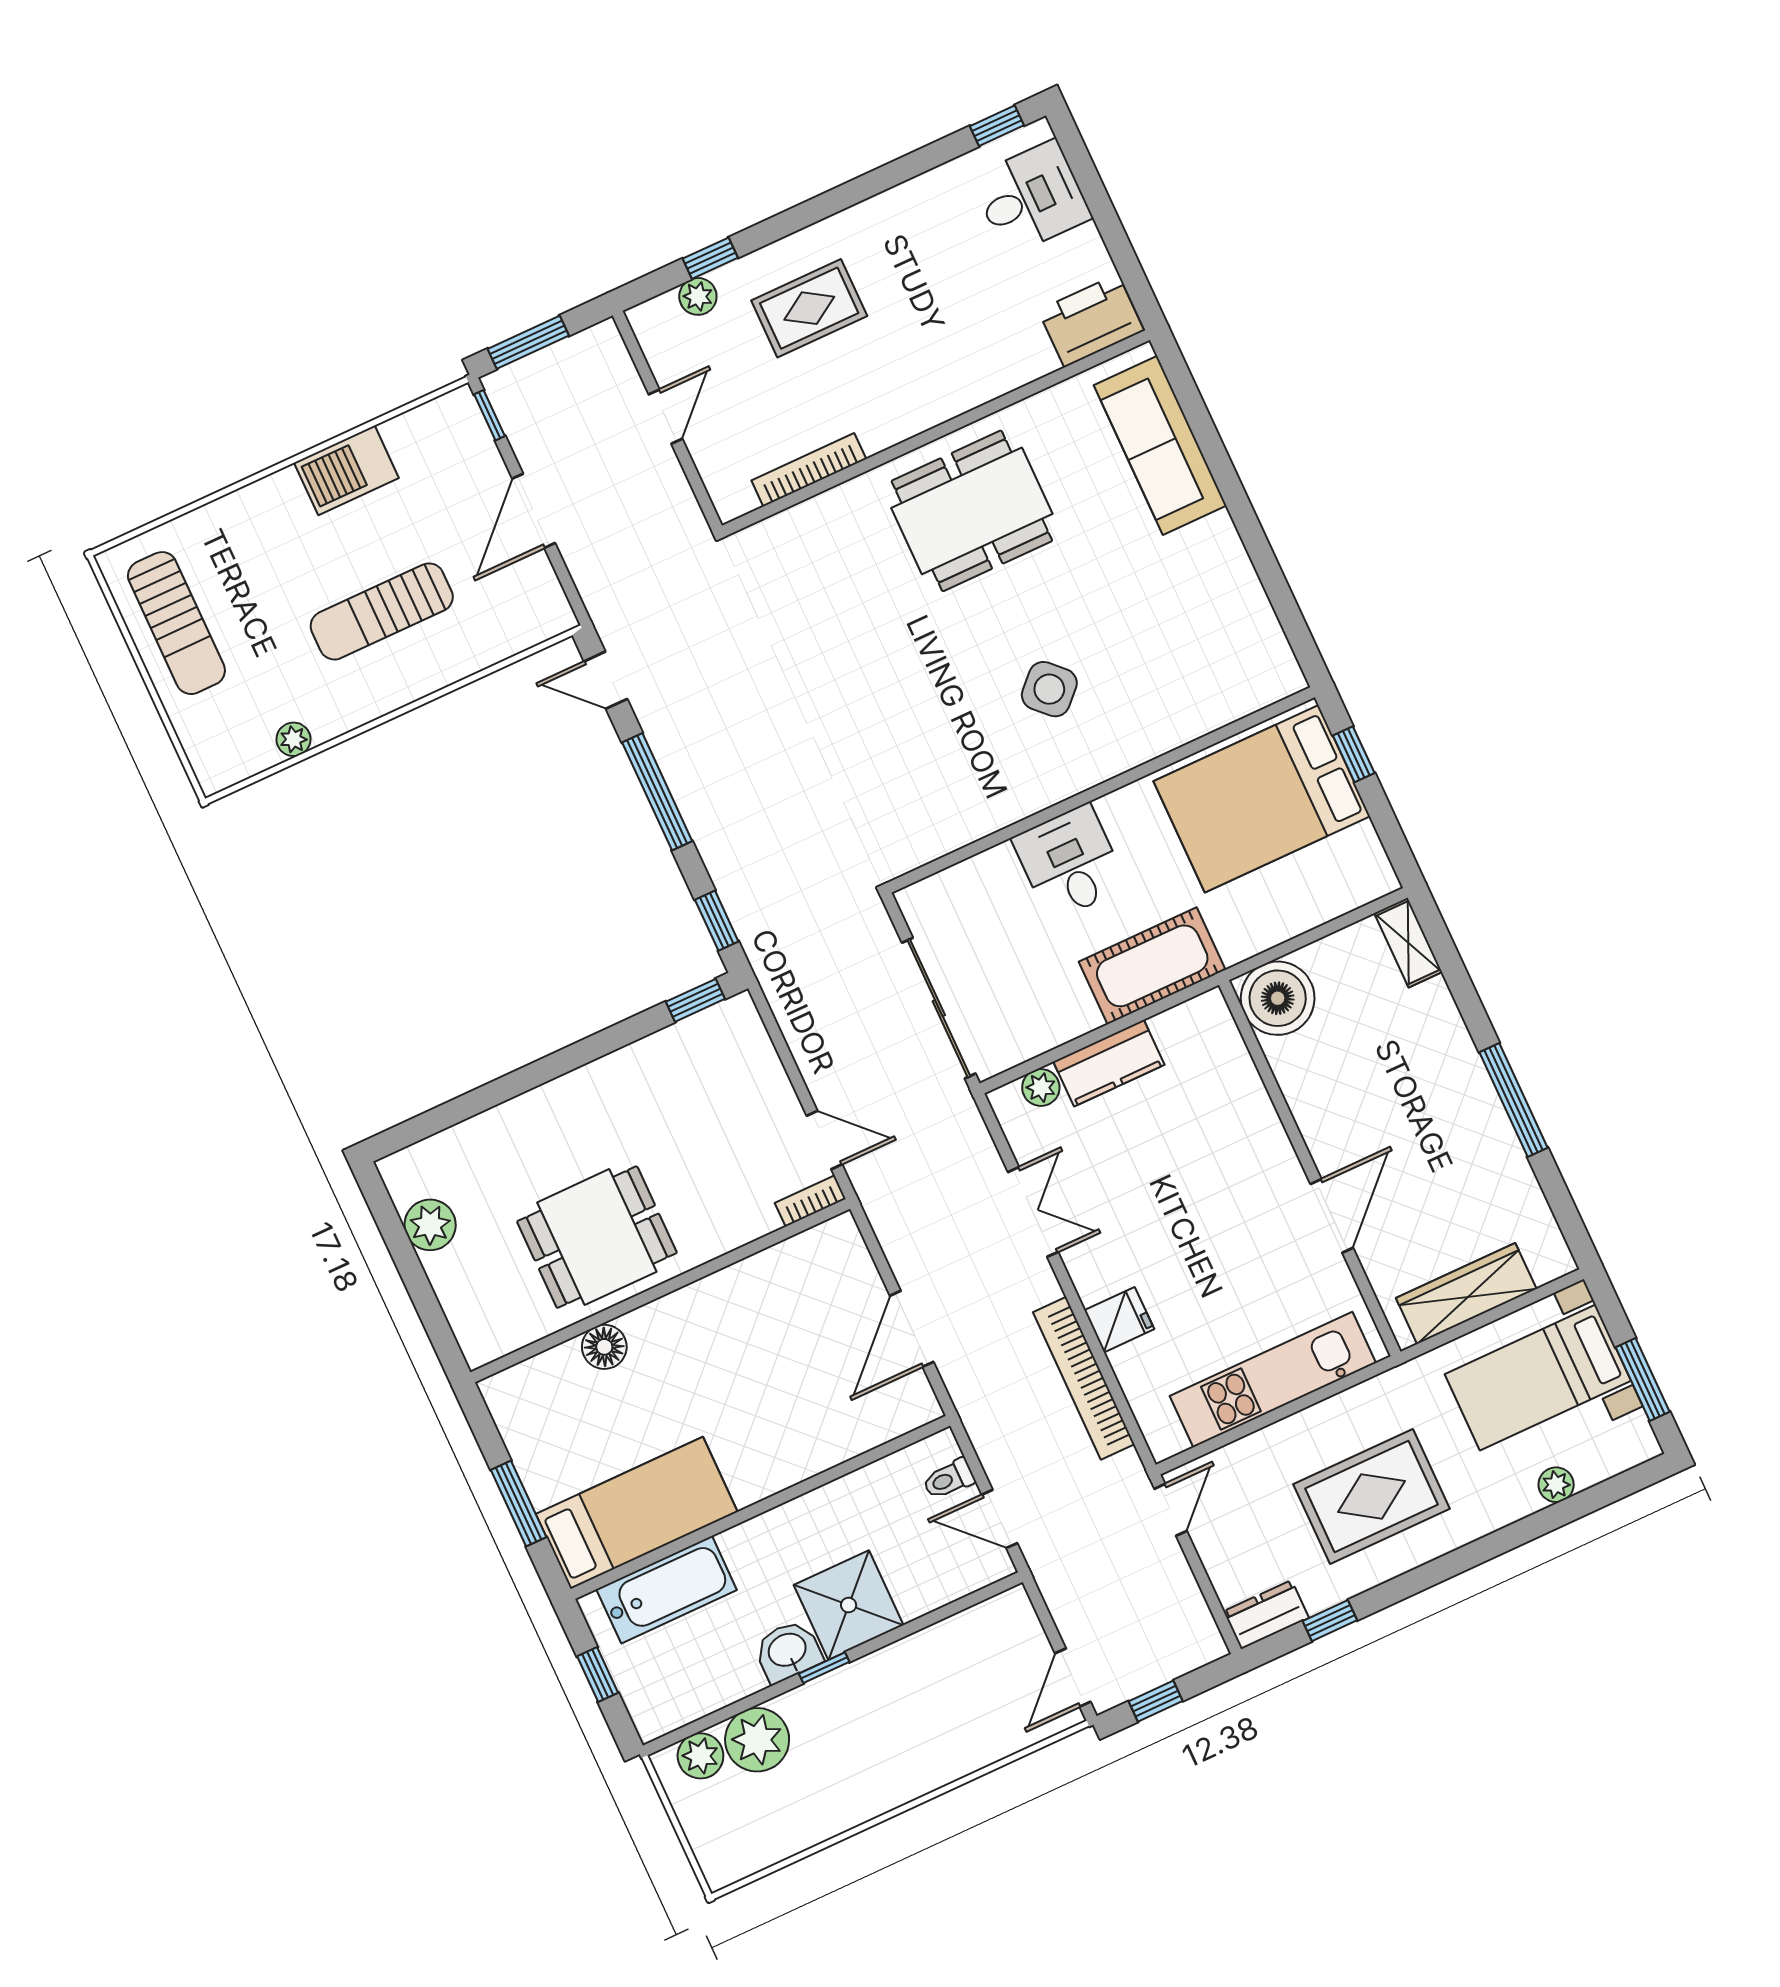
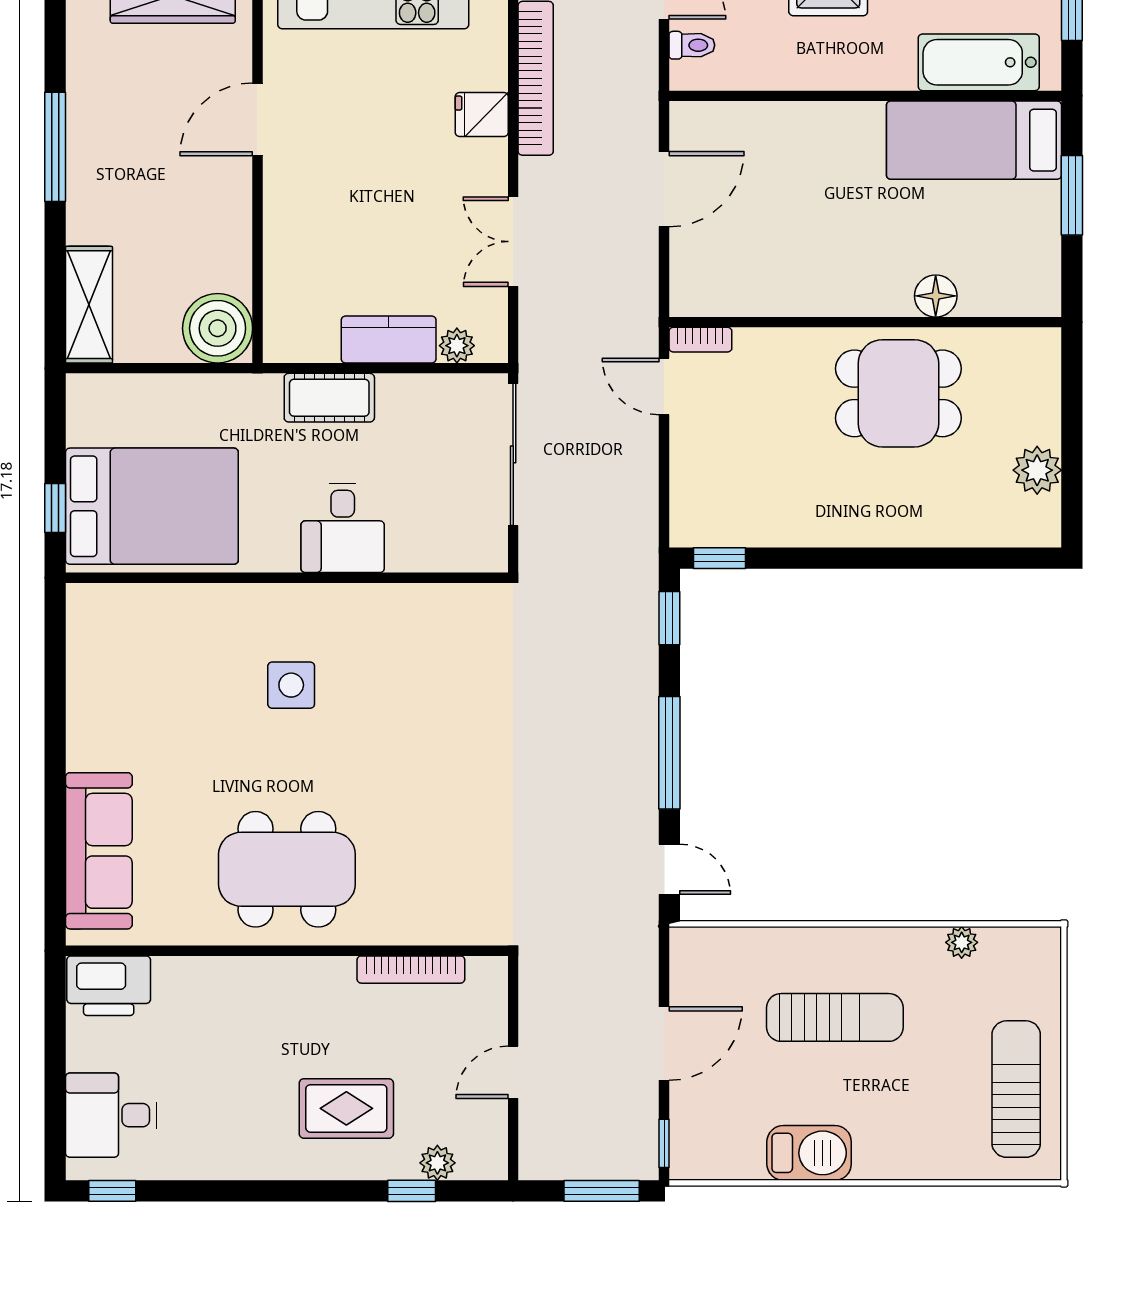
side table: (1049, 689) -> (291, 685), turned 45
shelving: (1408, 943) -> (89, 305), width x1.50, depth x1.33
cot: (1152, 966) -> (329, 398), width x0.73, depth x0.75

